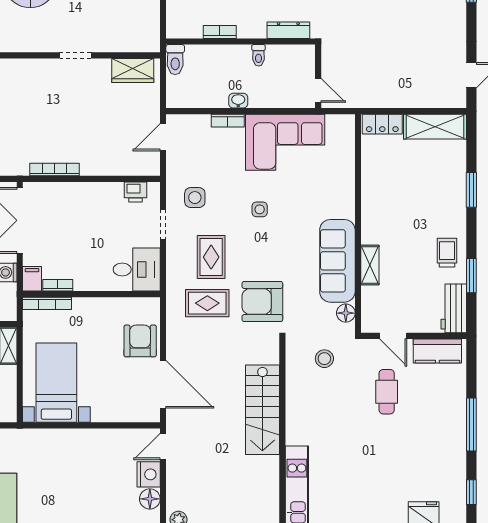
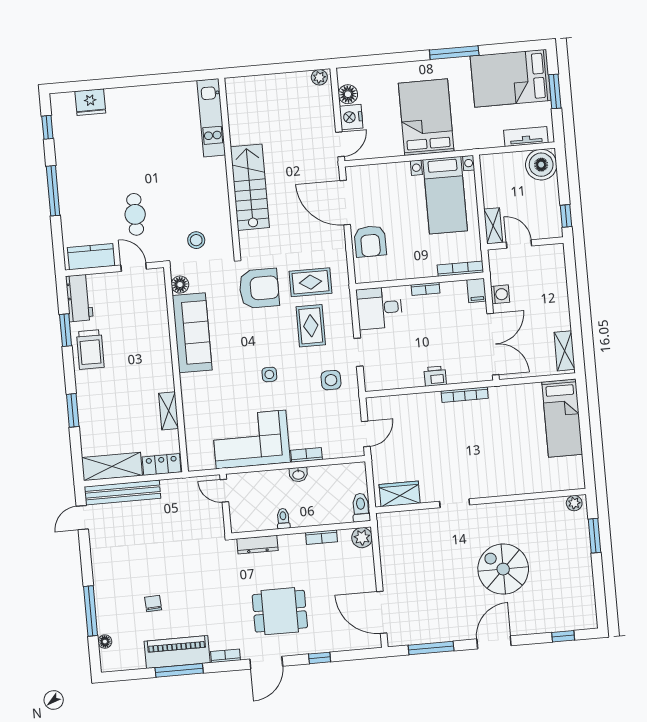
plant: (177, 28) -> (362, 538), added
bench: (426, 98) -> (122, 492), added
printer: (136, 192) -> (435, 376), moved
trolley: (447, 253) -> (90, 350), width x1.36, depth x1.39
shelving: (370, 265) -> (169, 411), moved
bookcase: (58, 285) -> (426, 289), moved
bed: (69, 467) -> (426, 117), added

